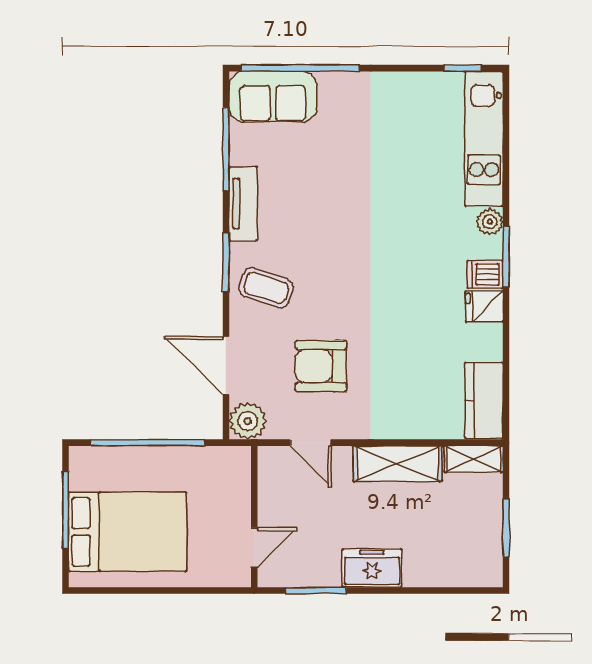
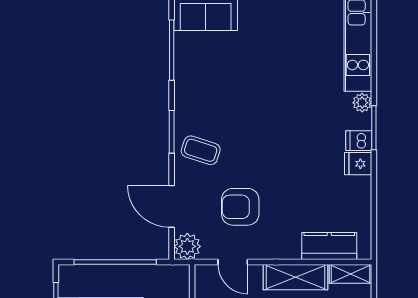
tv unit: (243, 204) -> (184, 89), removed
kitchen counter: (484, 400) -> (329, 246), moved, turned 90

